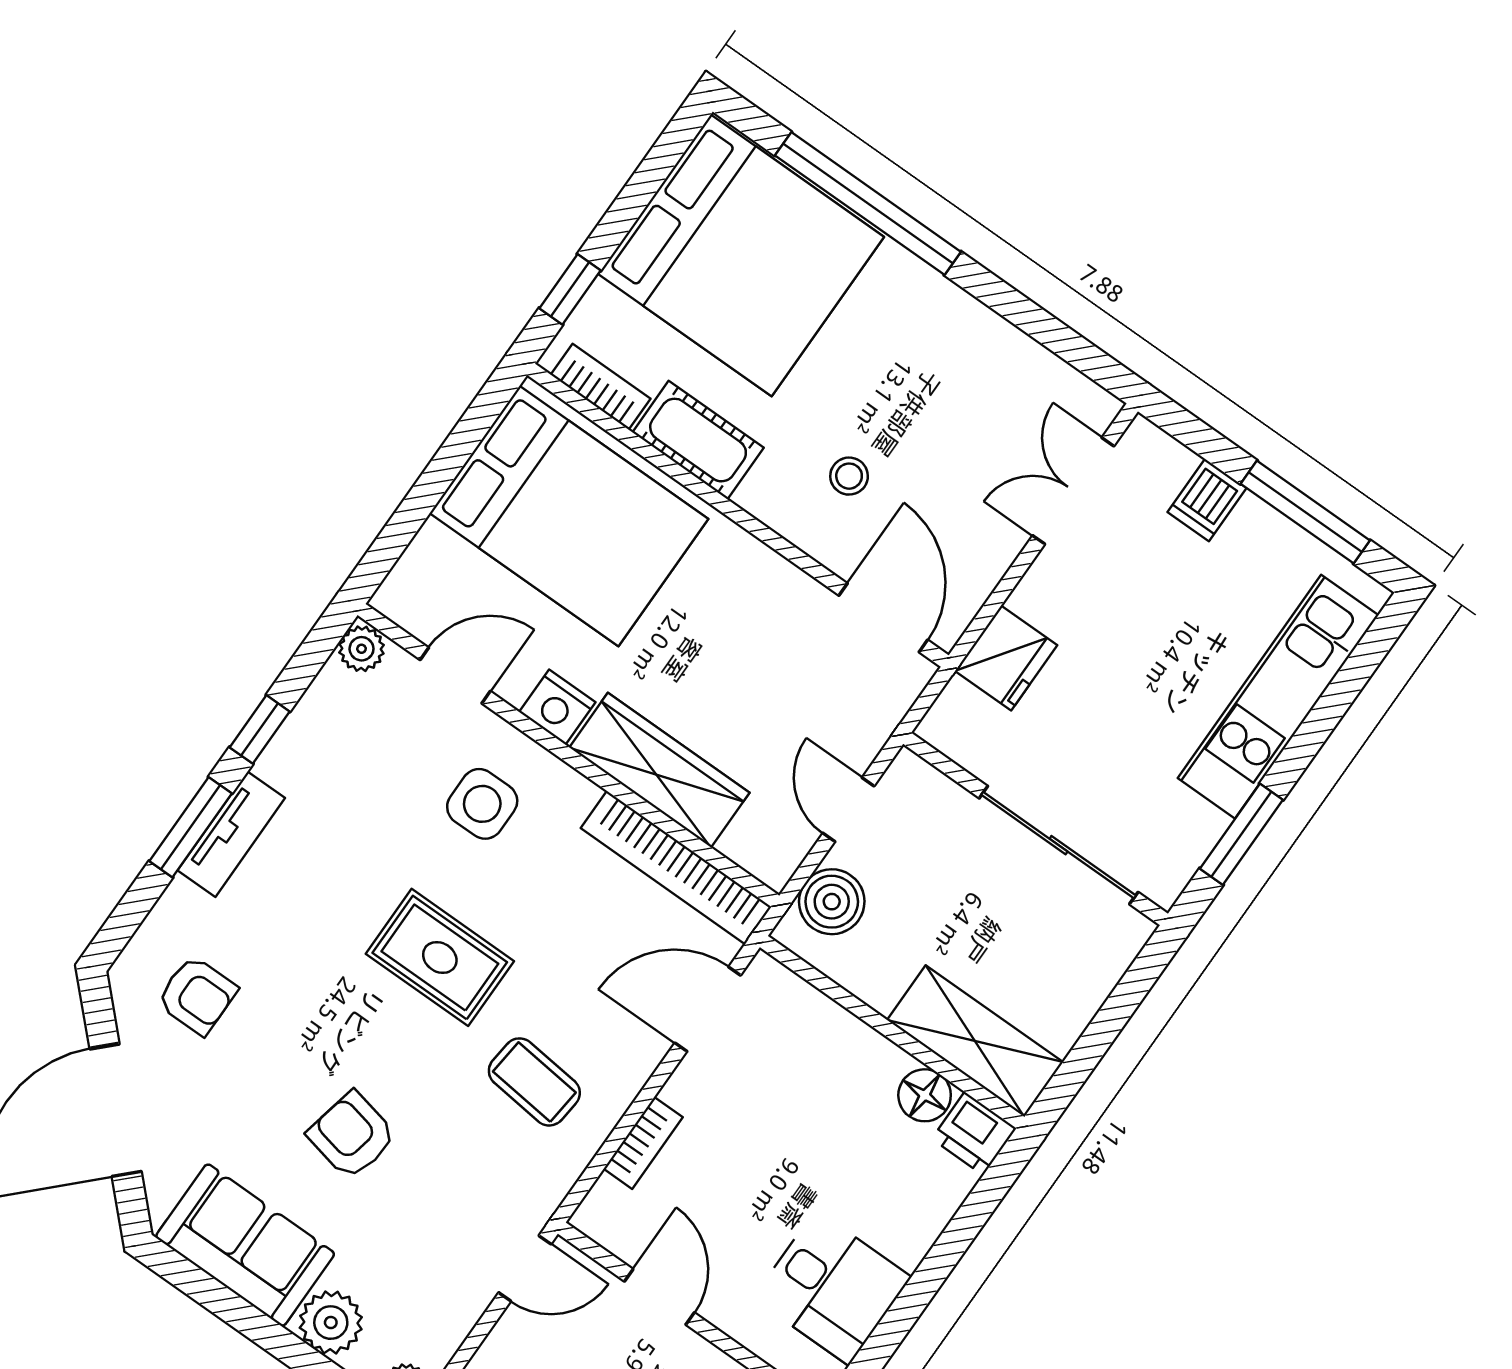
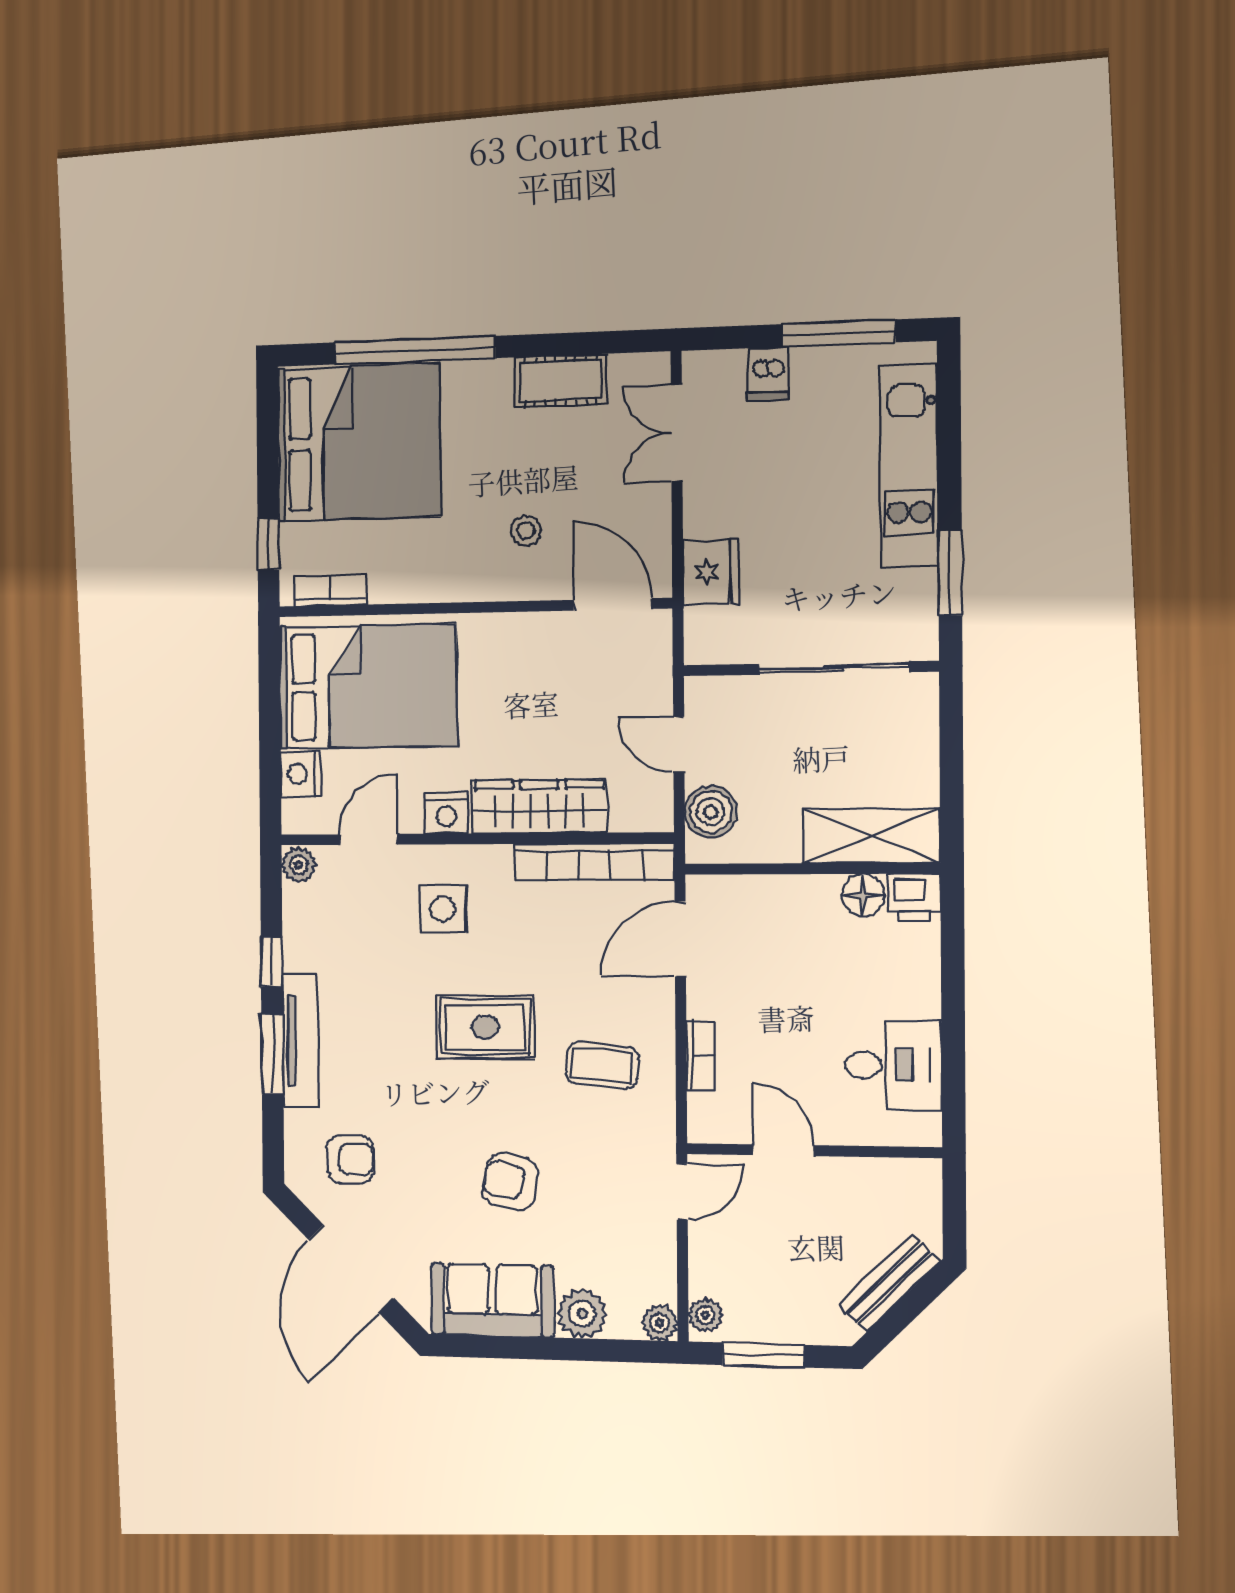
cot: (698, 440) -> (561, 381), moved
nightstand: (432, 555) -> (301, 774), added
tv unit: (231, 834) -> (300, 1041), width x1.41

